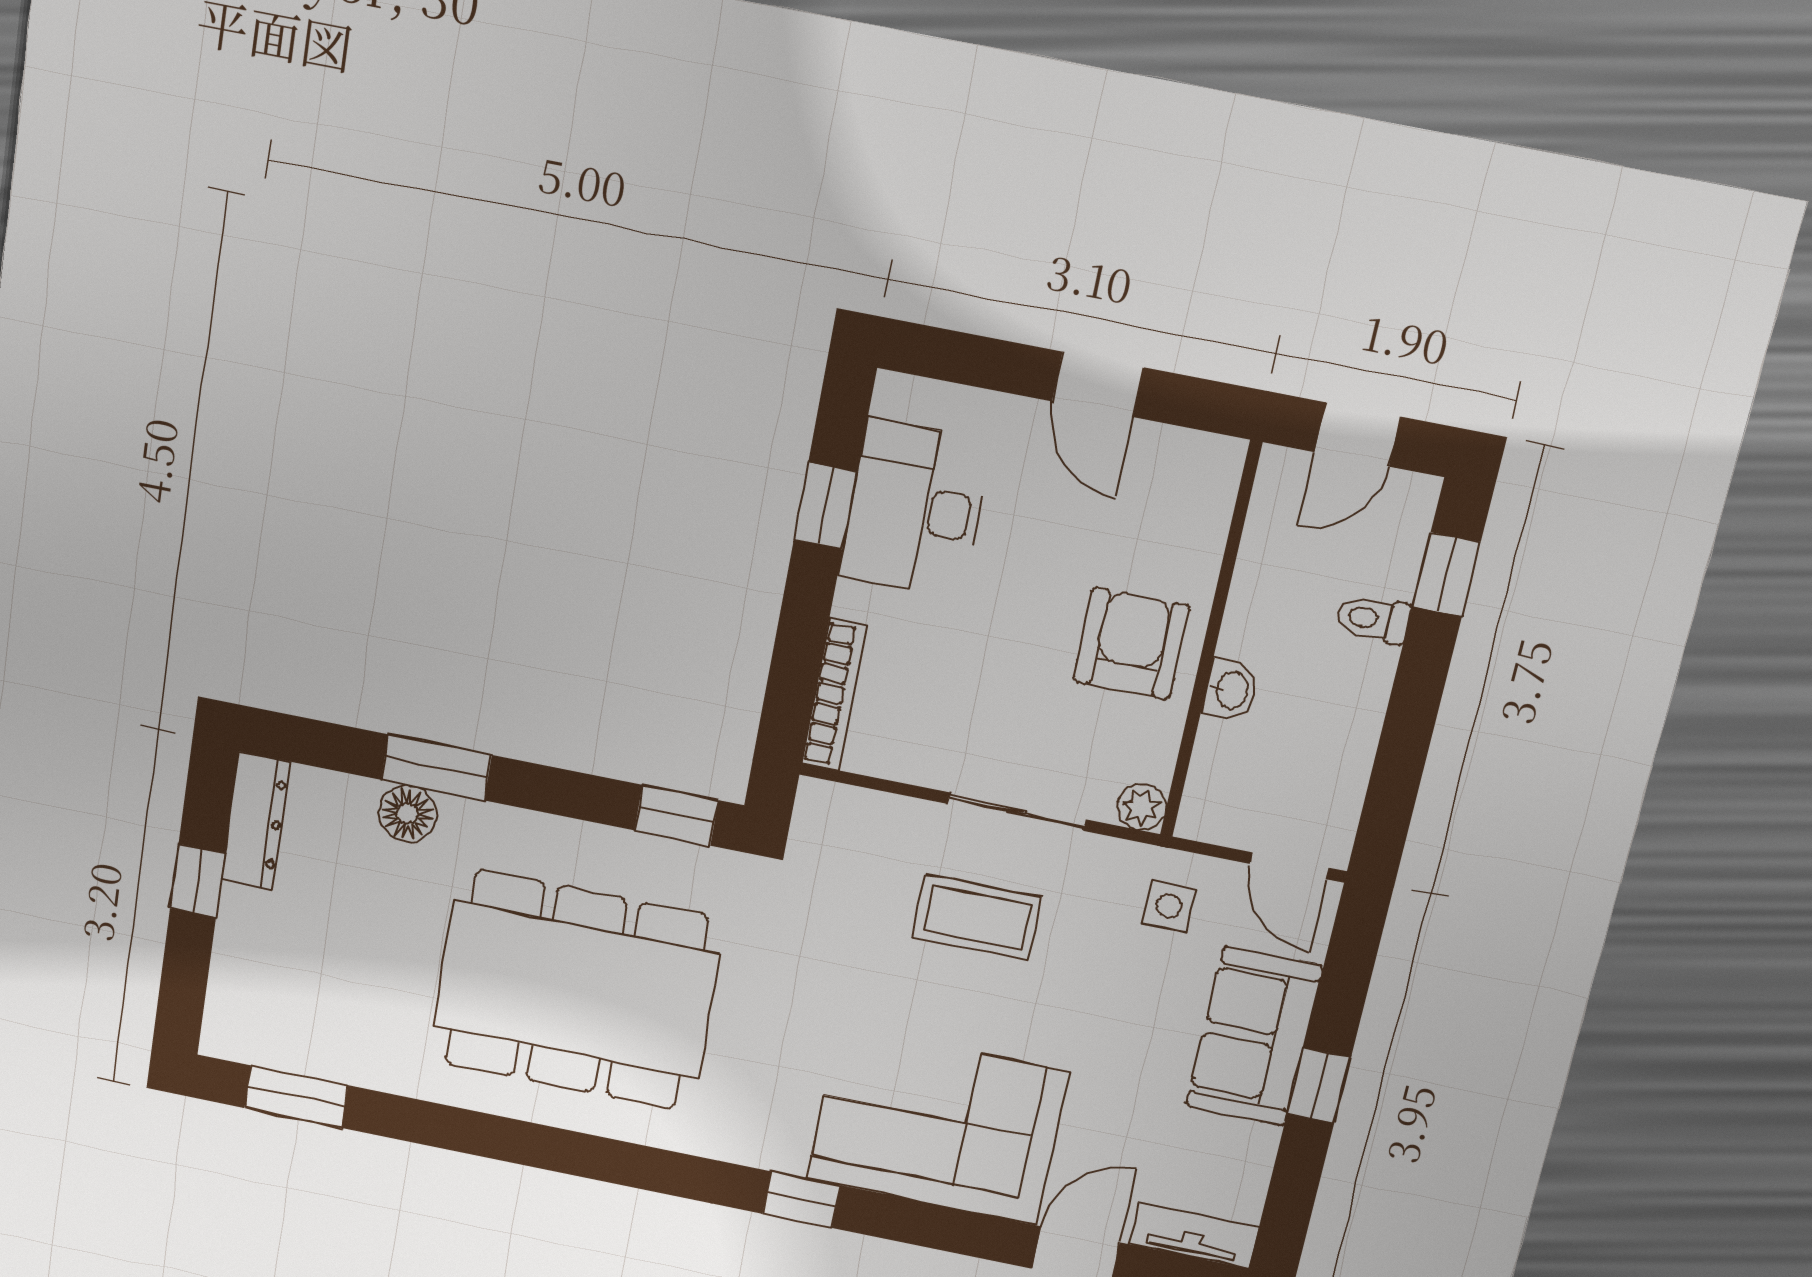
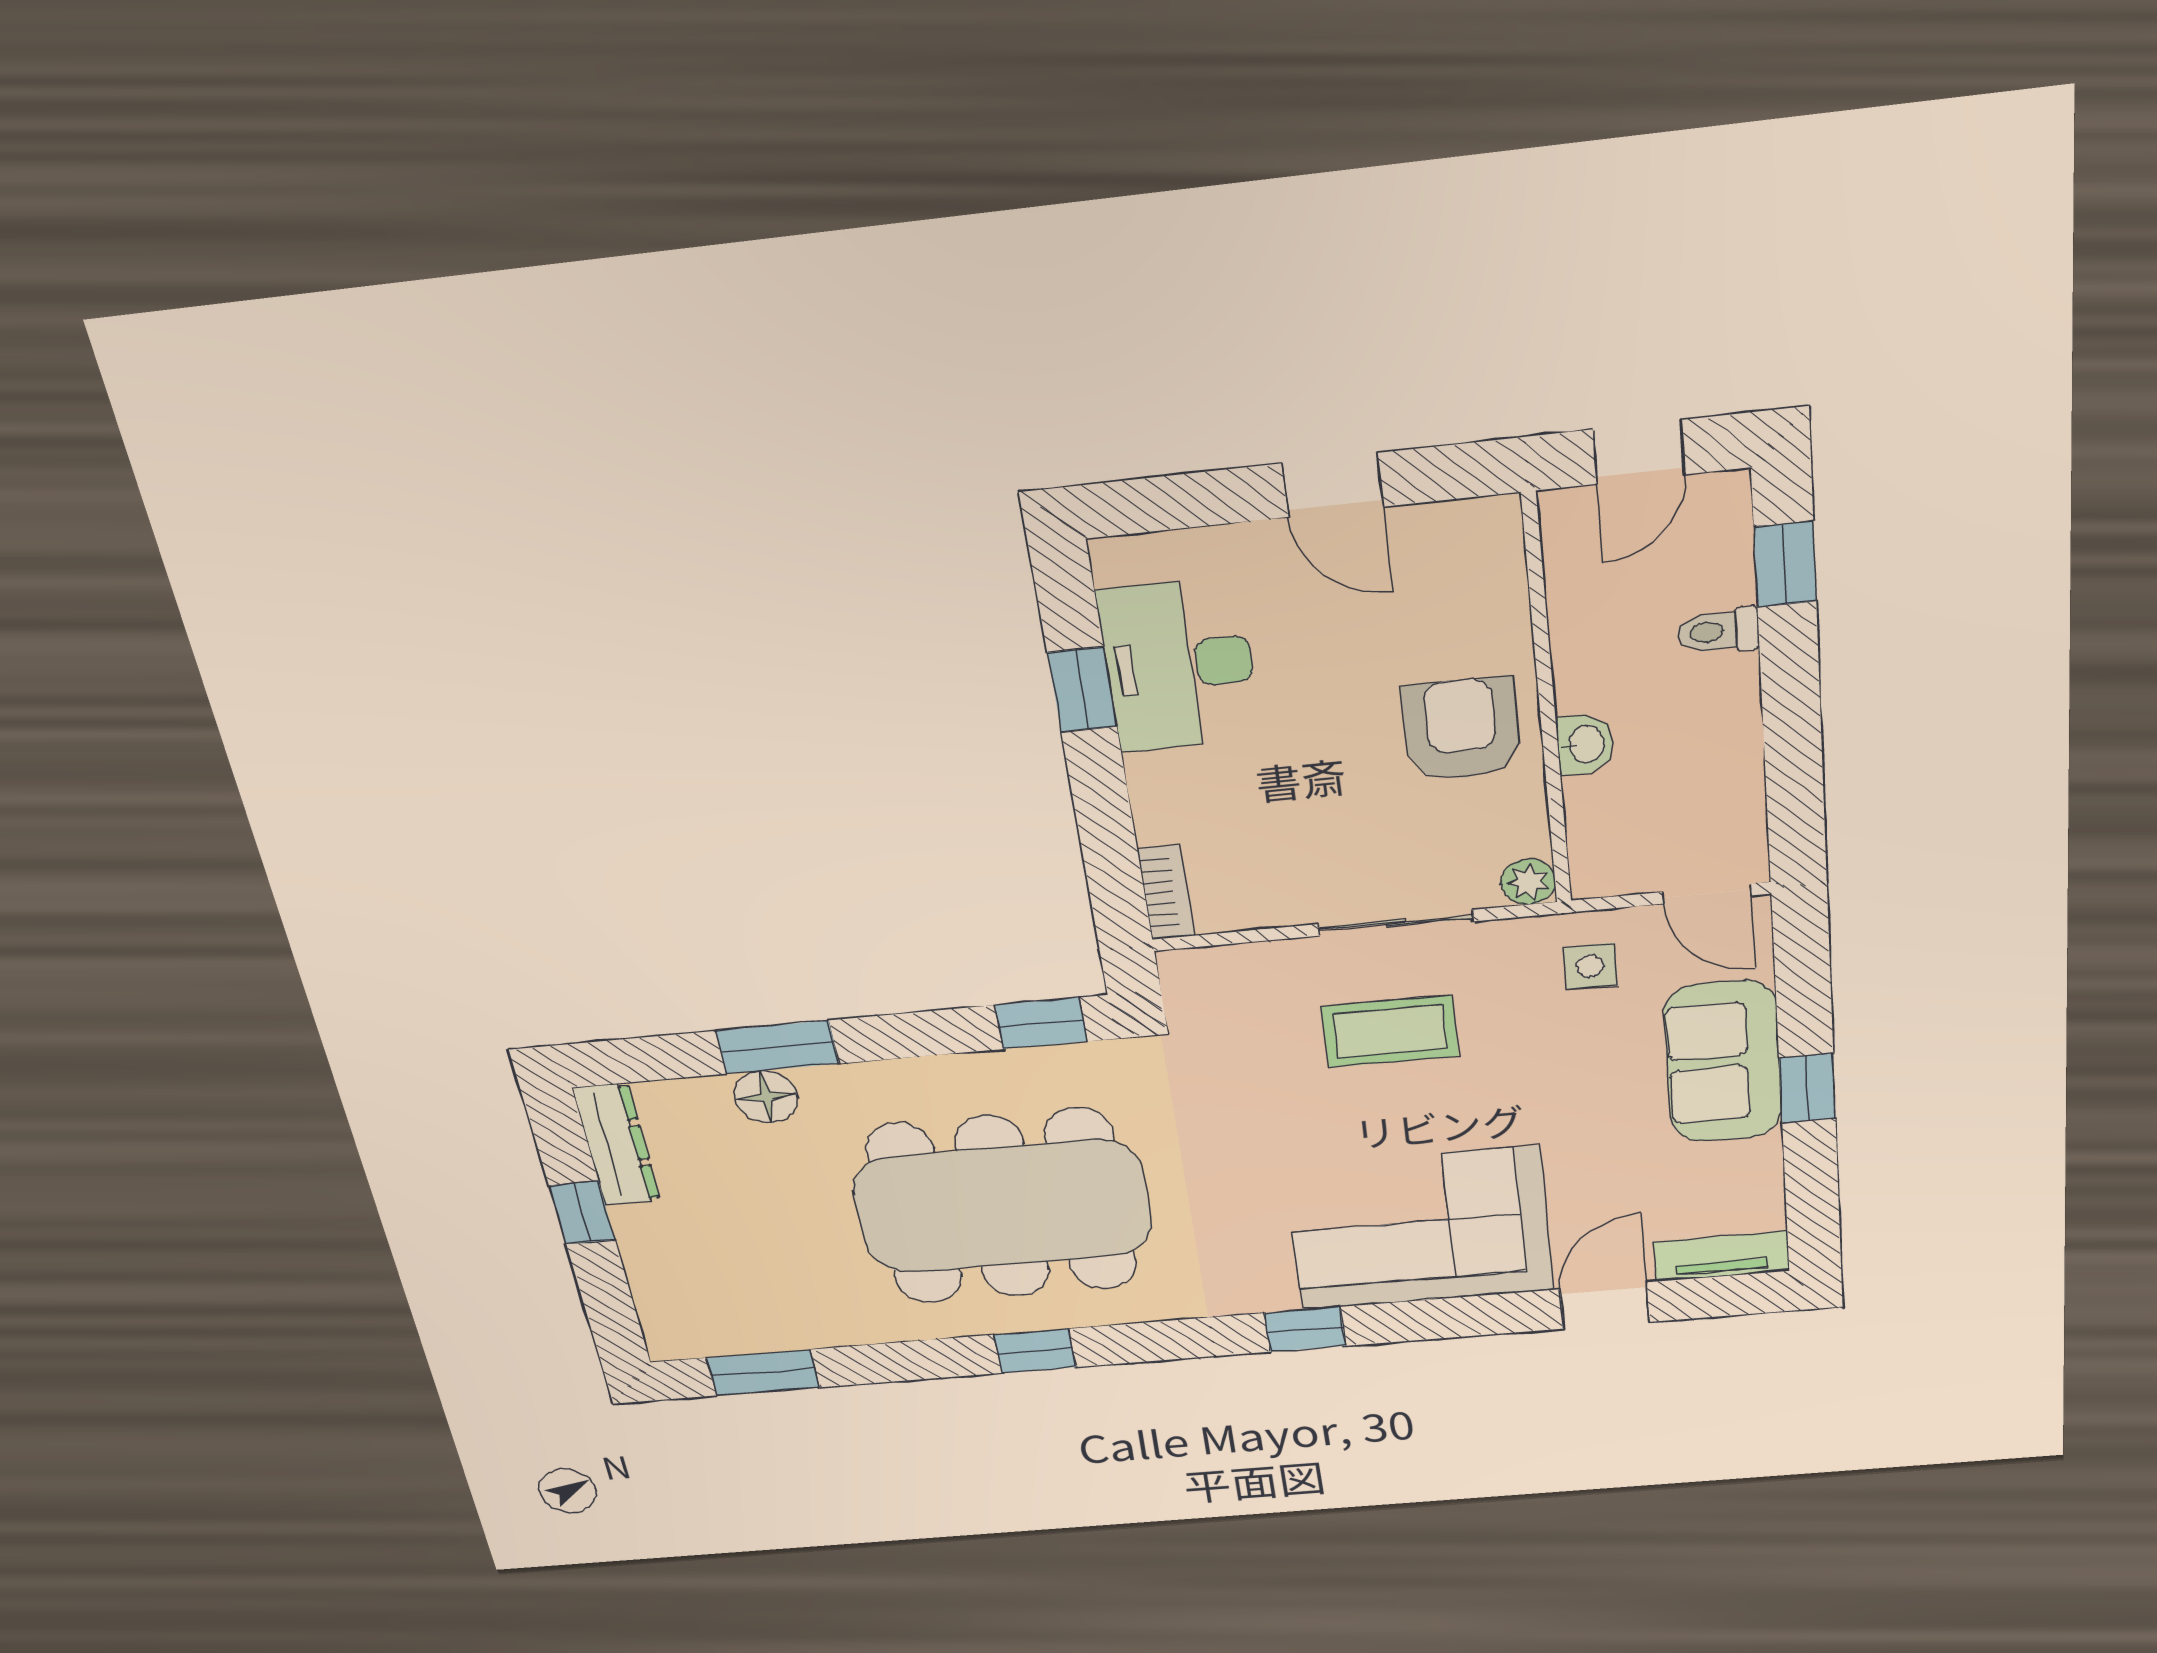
bookcase: (834, 695) -> (1166, 892), width x0.64
window: (551, 1149) -> (1035, 1351), added

